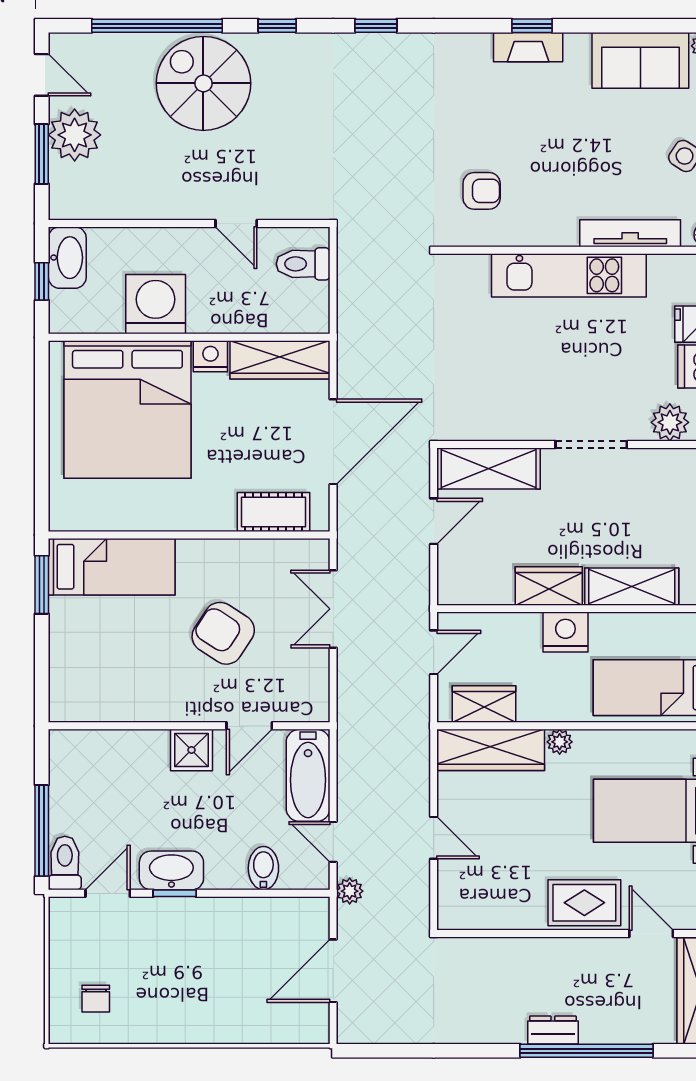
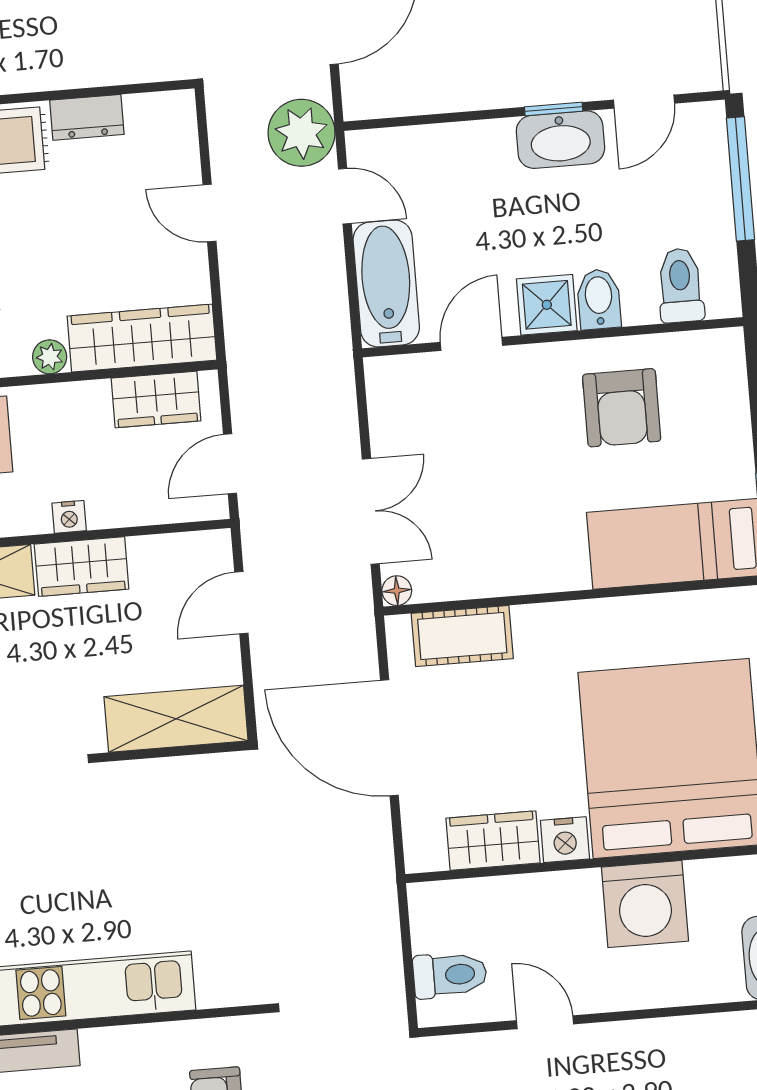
wardrobe: (280, 360) -> (493, 841), width x0.67
door: (333, 442) -> (389, 738), hinge flipped
door: (434, 521) -> (241, 603), moved
floor lamp: (319, 549) -> (397, 591), added
nightstand: (565, 632) -> (69, 517), width x0.53, depth x0.56
armchair: (223, 633) -> (622, 408), moved, turned 57
toilet: (65, 863) -> (680, 285), moved, turned 180
bidet: (263, 868) -> (599, 299), moved, turned 180
plant: (350, 891) -> (301, 133), width x1.88, depth x1.88
dresser: (518, 915) -> (87, 117), added

